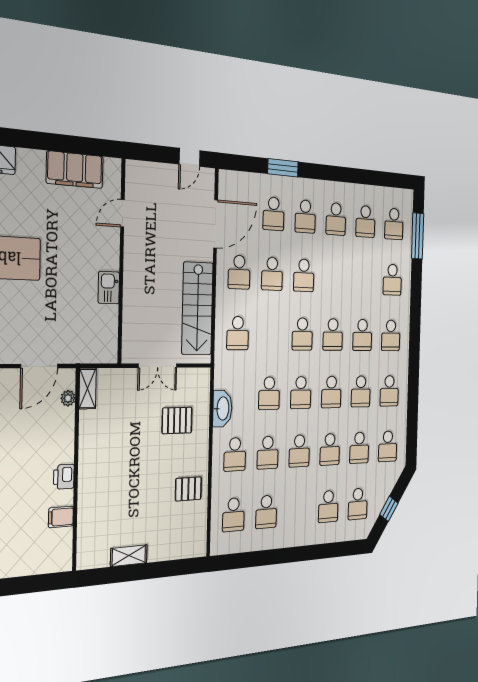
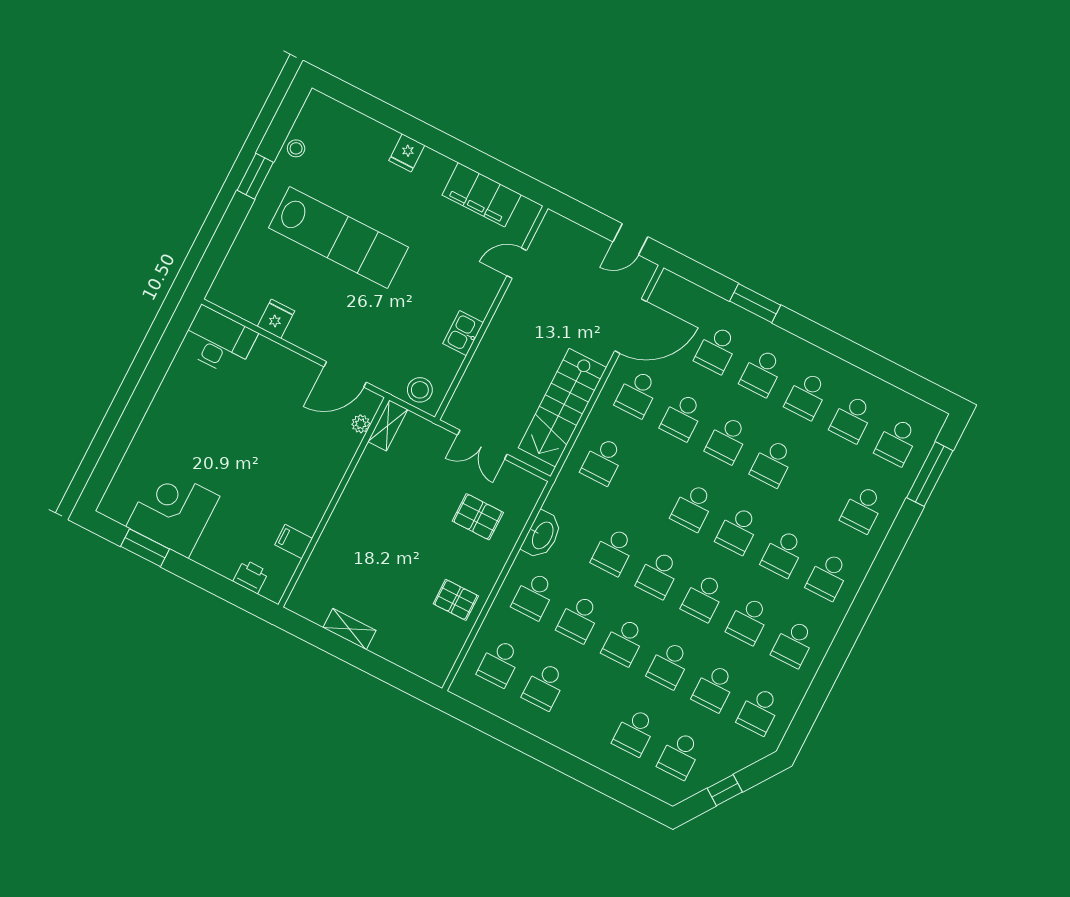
school desk: (334, 277) -> (772, 463), added
stool: (98, 348) -> (420, 390), added
printer: (64, 477) -> (251, 577), moved, turned 90

